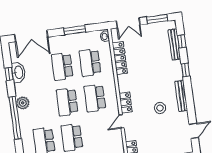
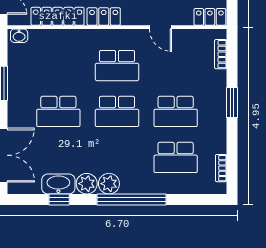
school desk: (90, 63) -> (58, 66), removed
plant: (21, 89) -> (87, 184), added
locker: (126, 102) -> (104, 16), moved

